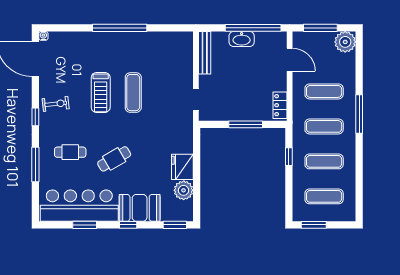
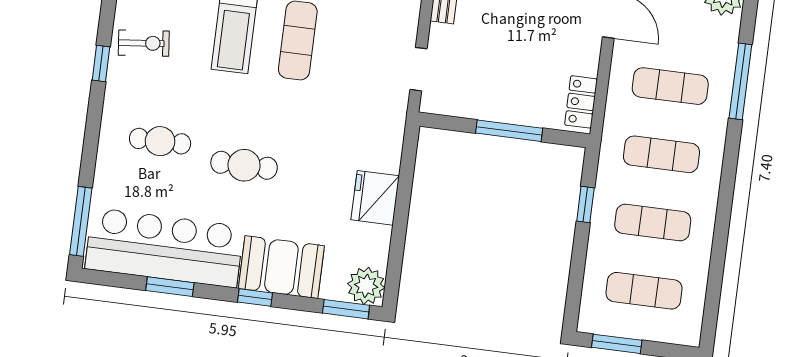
window: (359, 114) -> (740, 81), moved
cafe table: (114, 159) -> (244, 165), turned 30
window: (35, 165) -> (81, 221), moved
plant: (184, 190) -> (366, 286), moved

